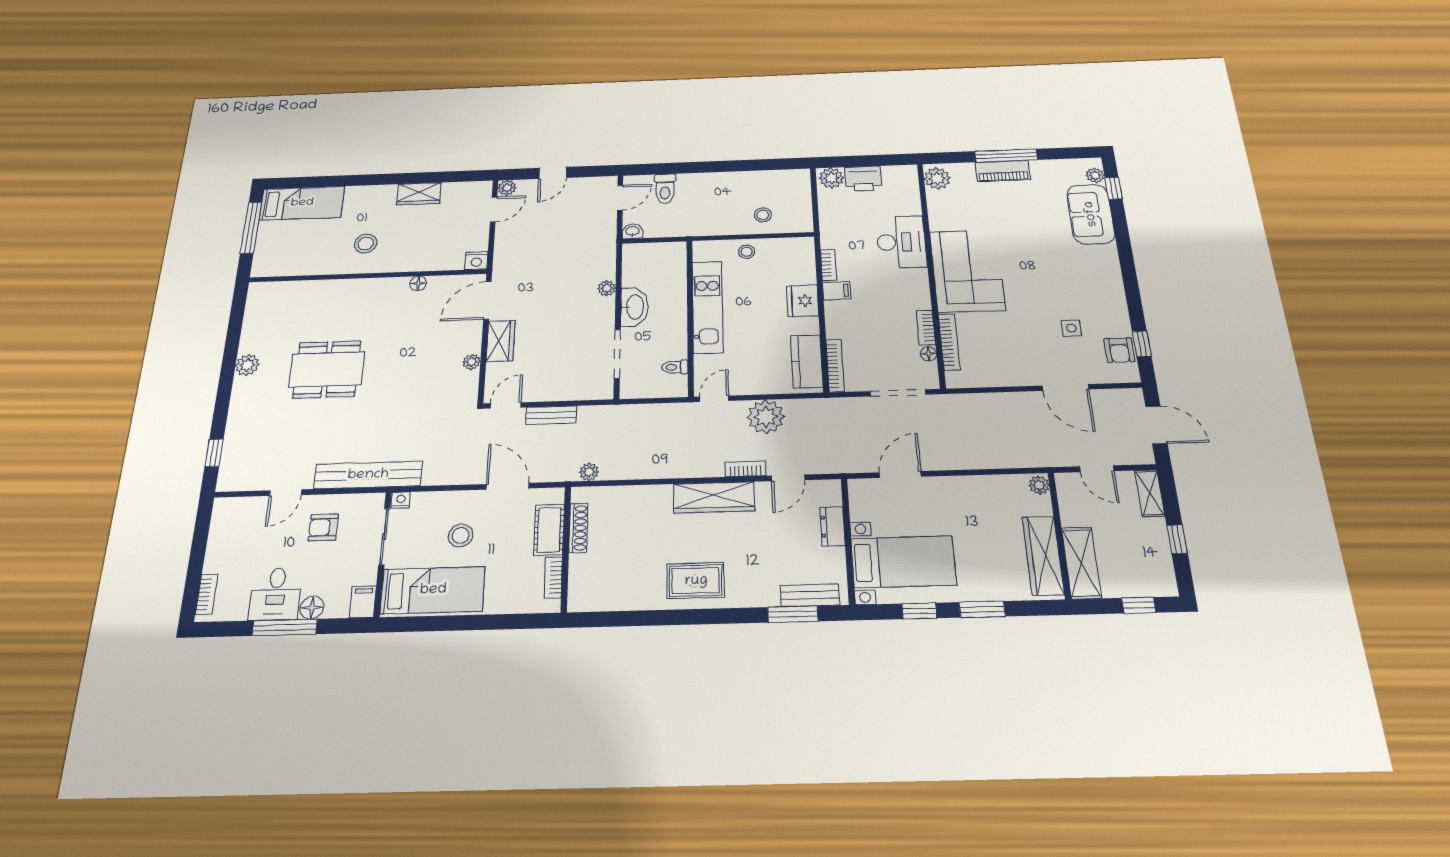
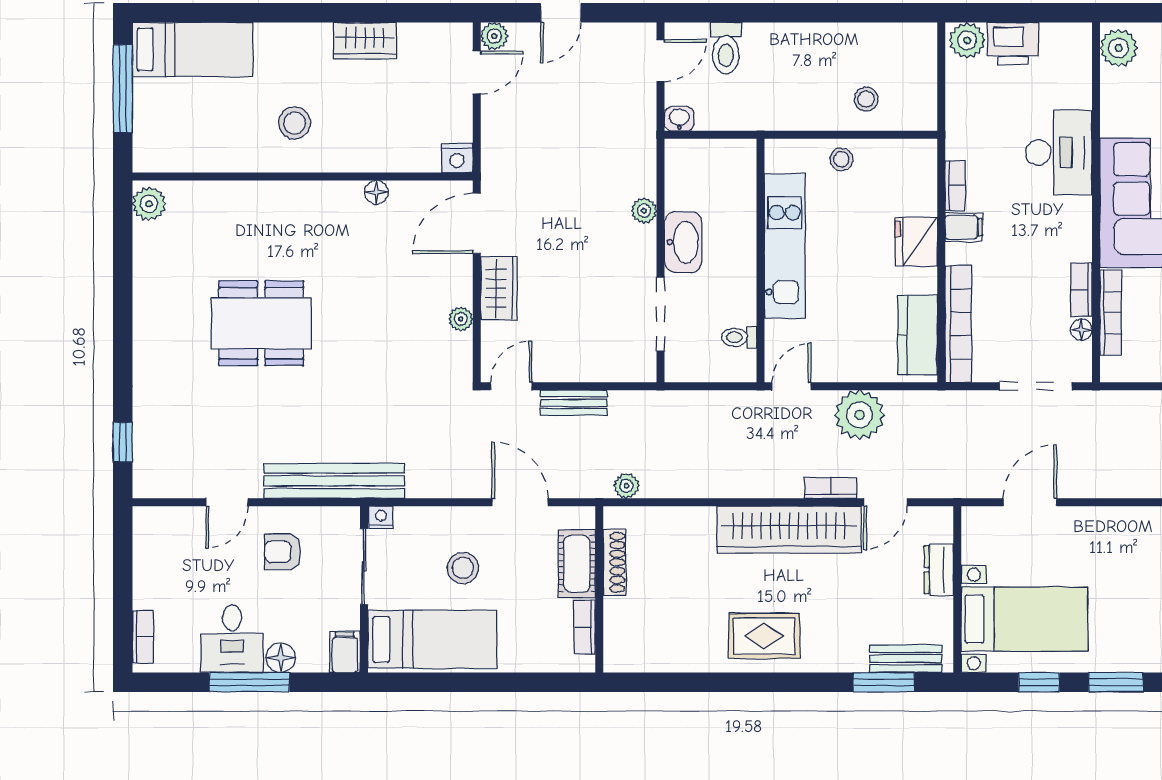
plant: (247, 365) -> (149, 204), moved
bookcase: (835, 366) -> (958, 324), width x1.48, depth x1.31
wardrobe: (714, 497) -> (789, 530), width x1.40, depth x1.17

